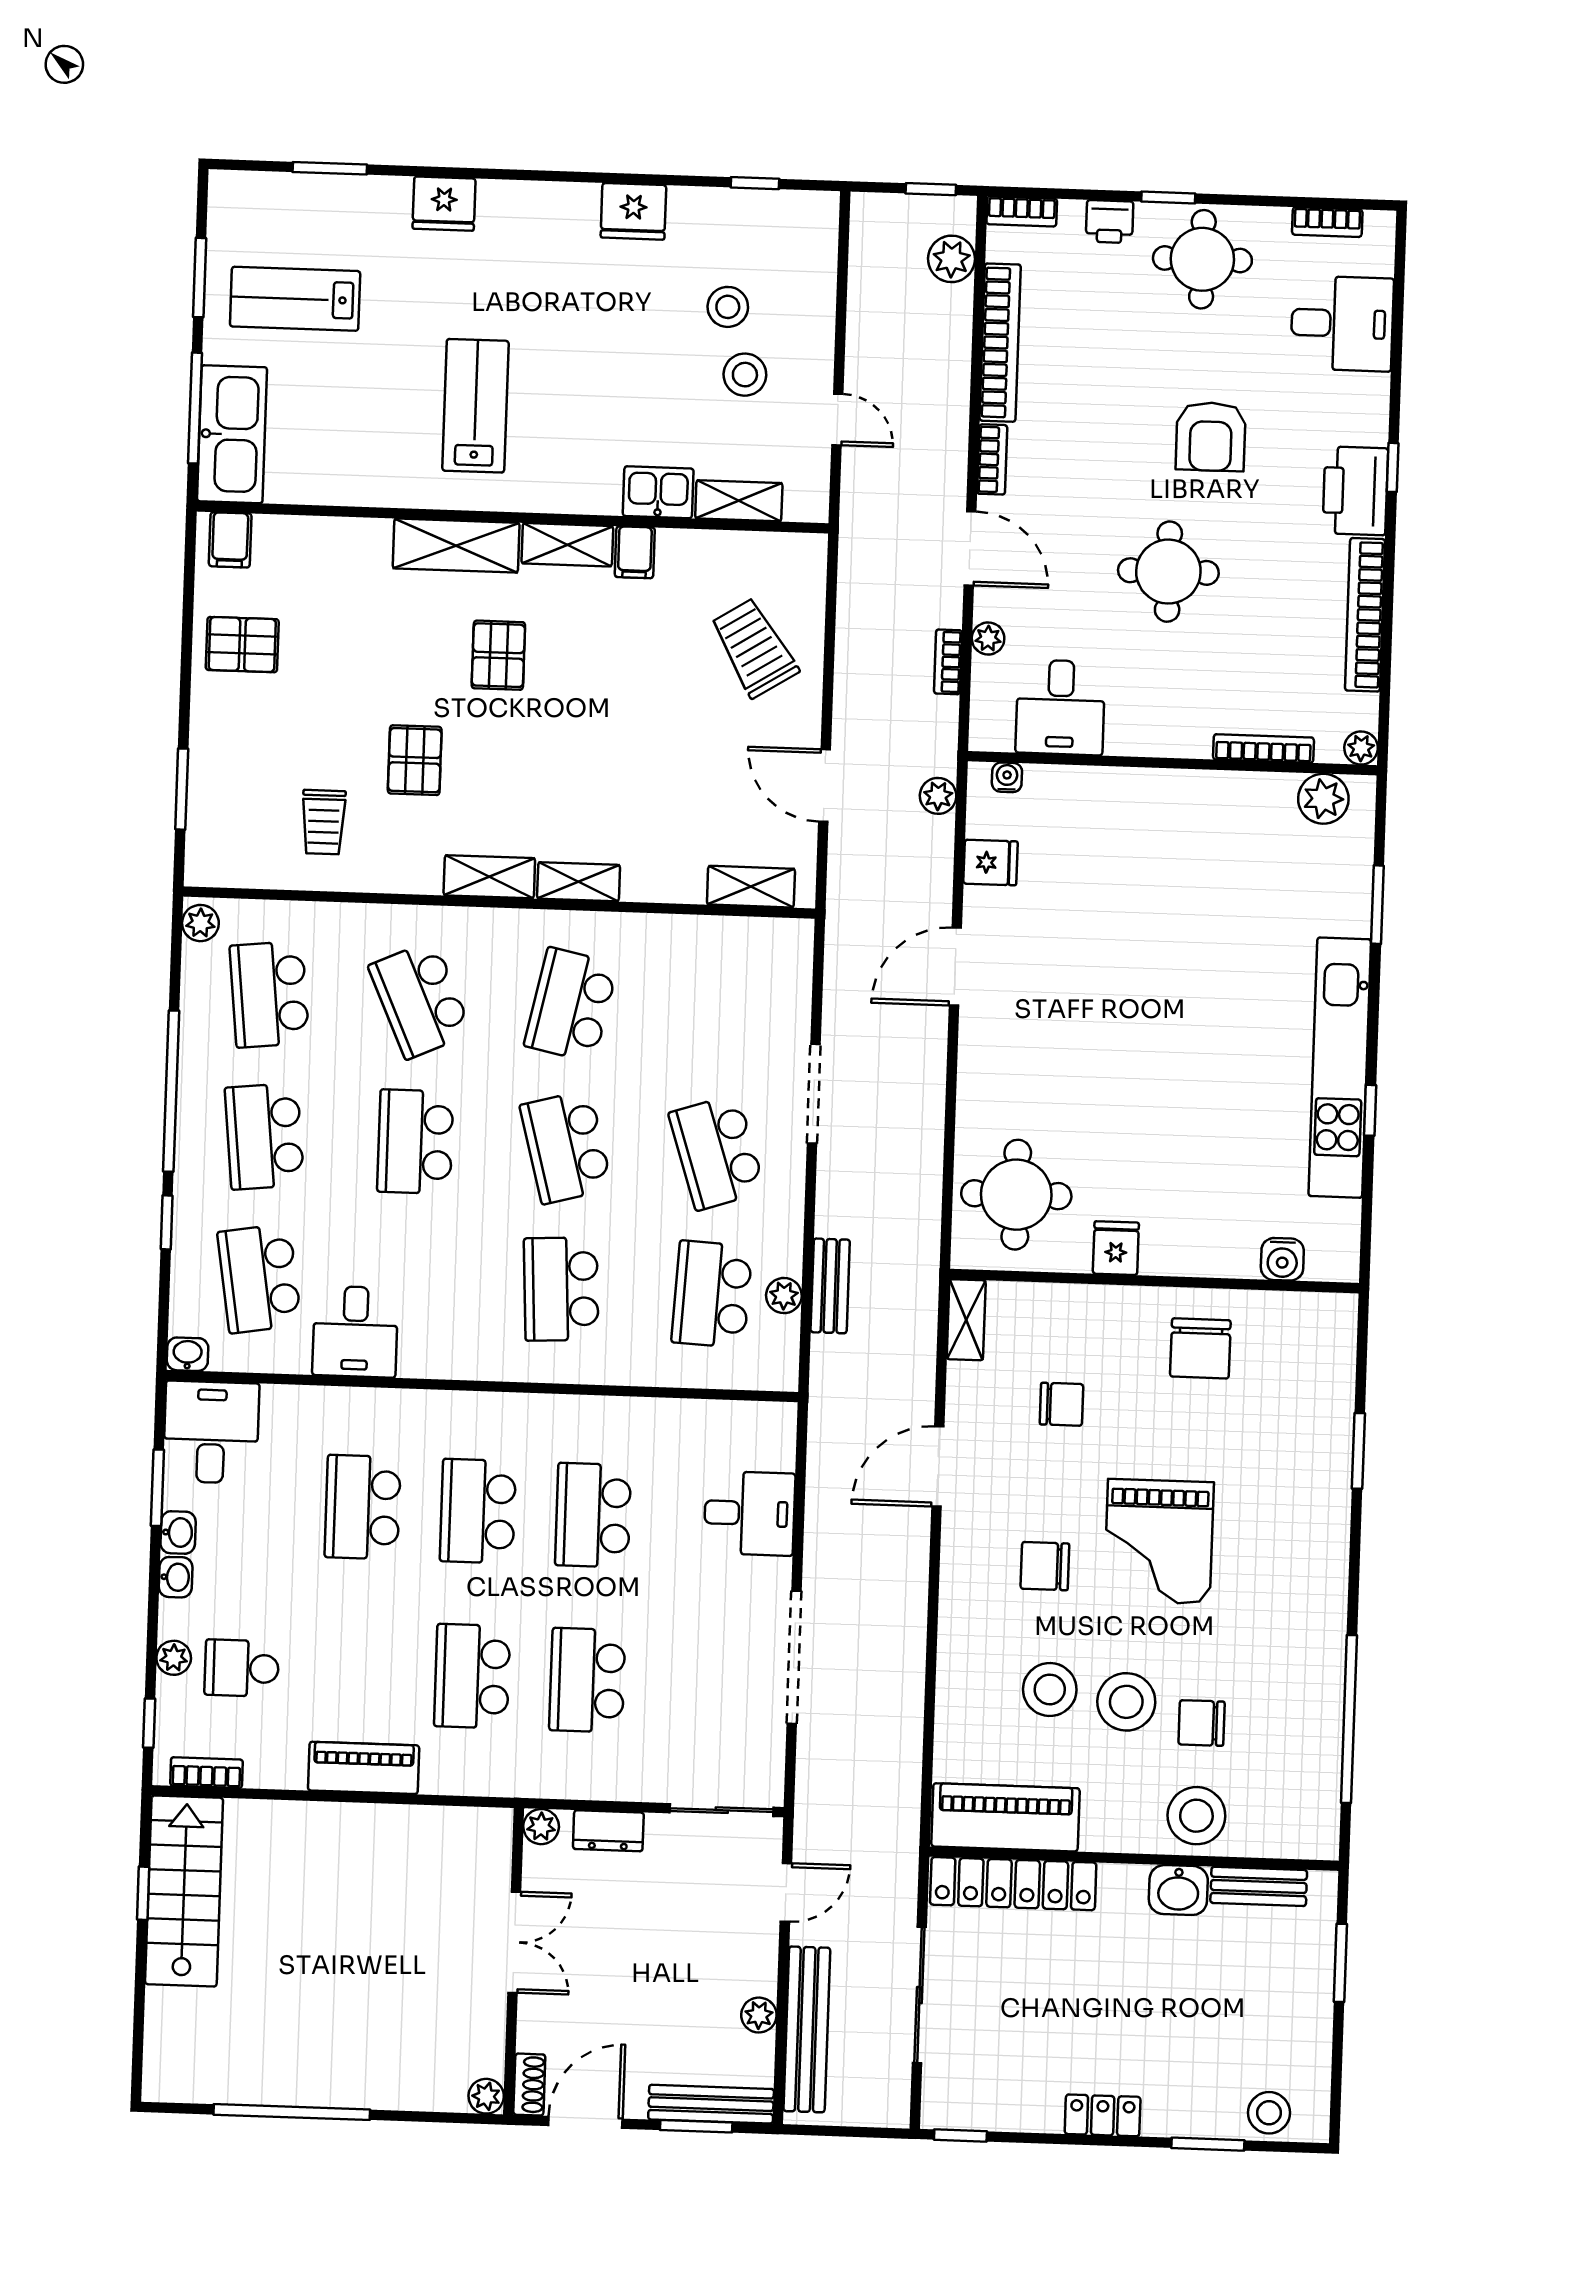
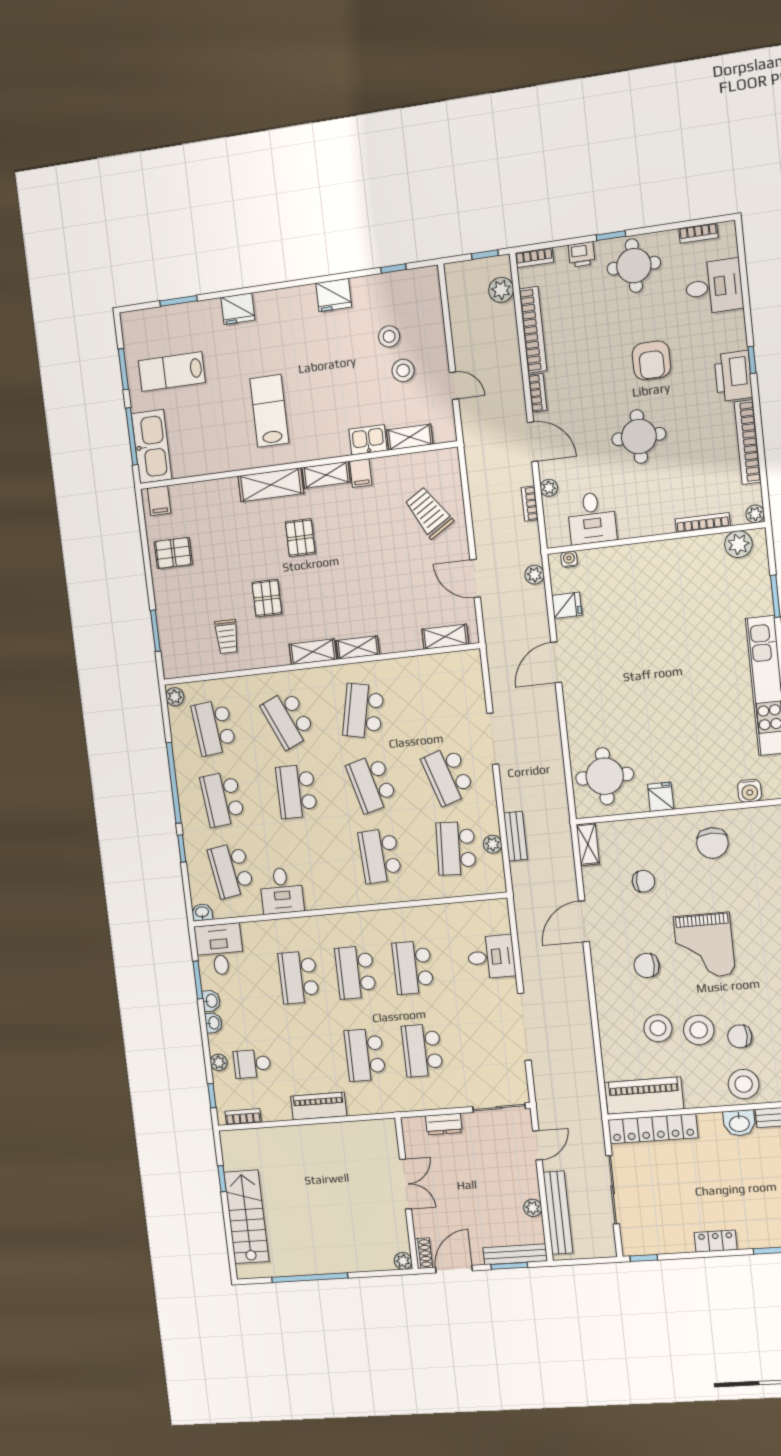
plant: (541, 1827) -> (410, 1126), removed
stairs: (184, 1891) -> (246, 1217), moved

